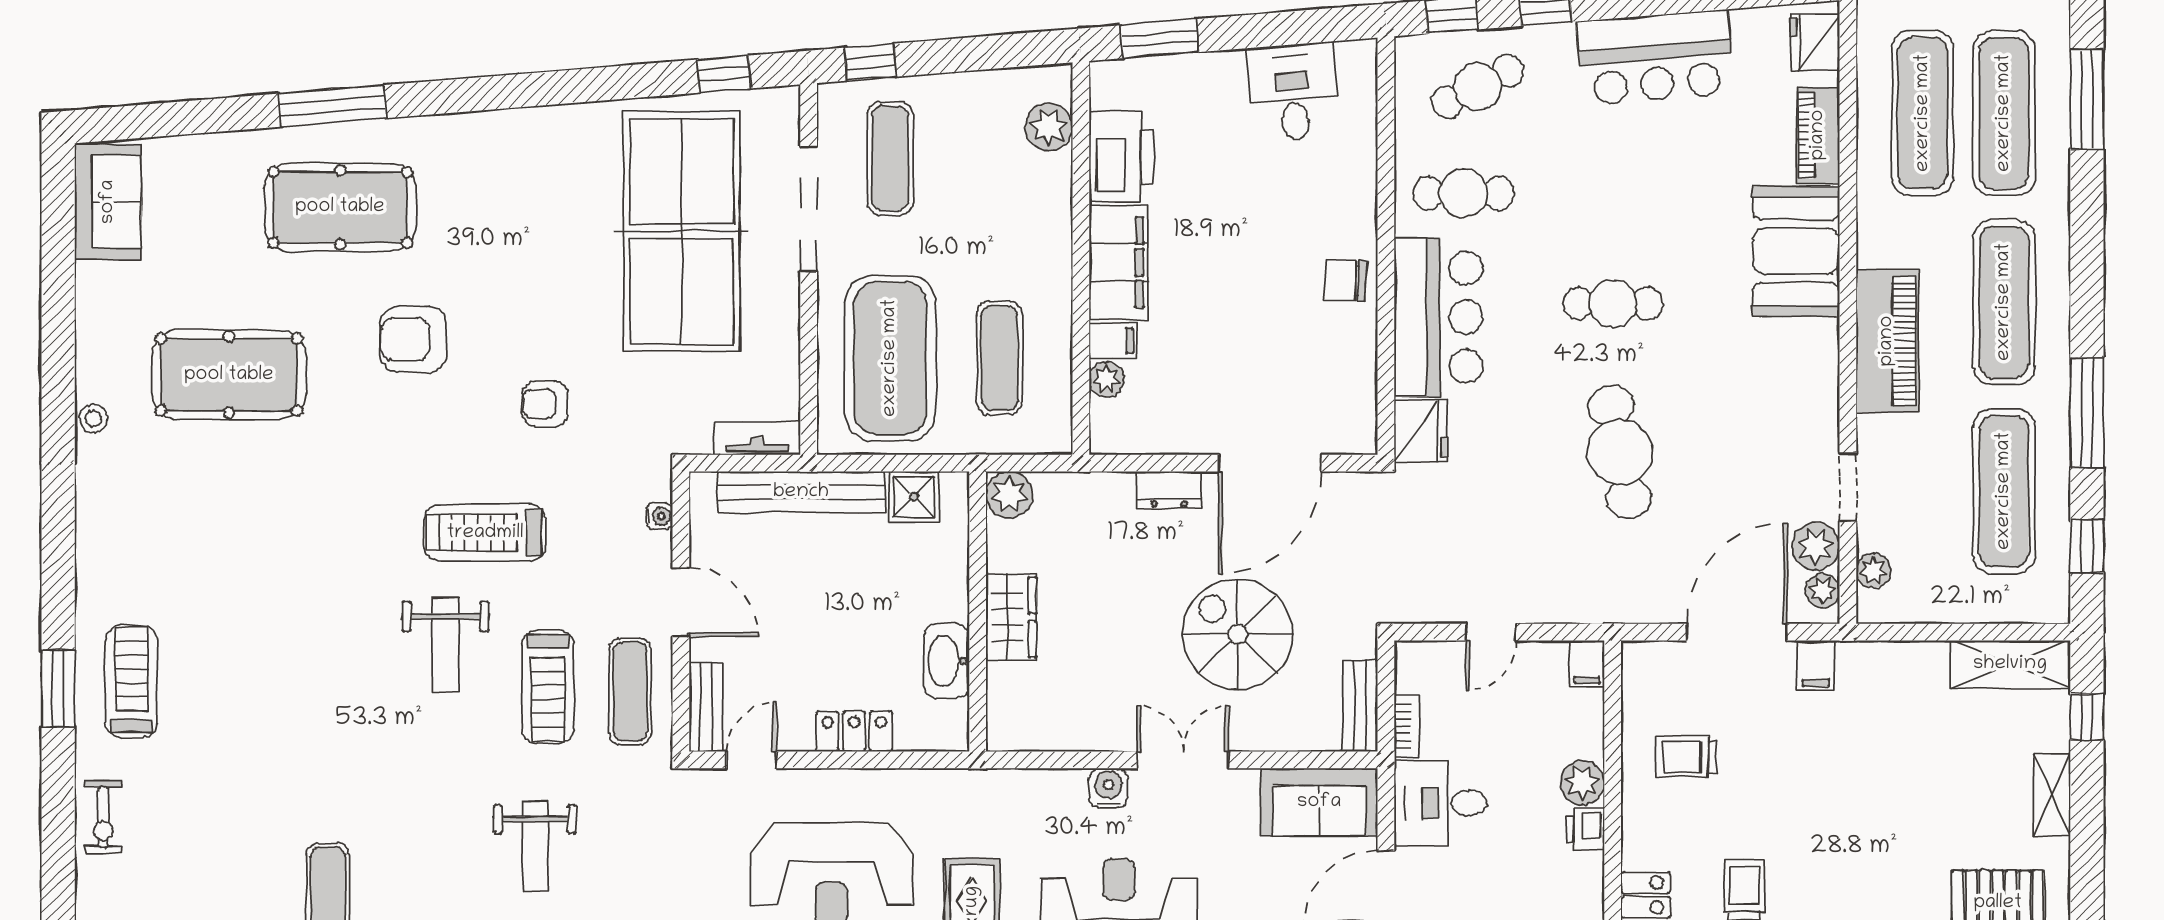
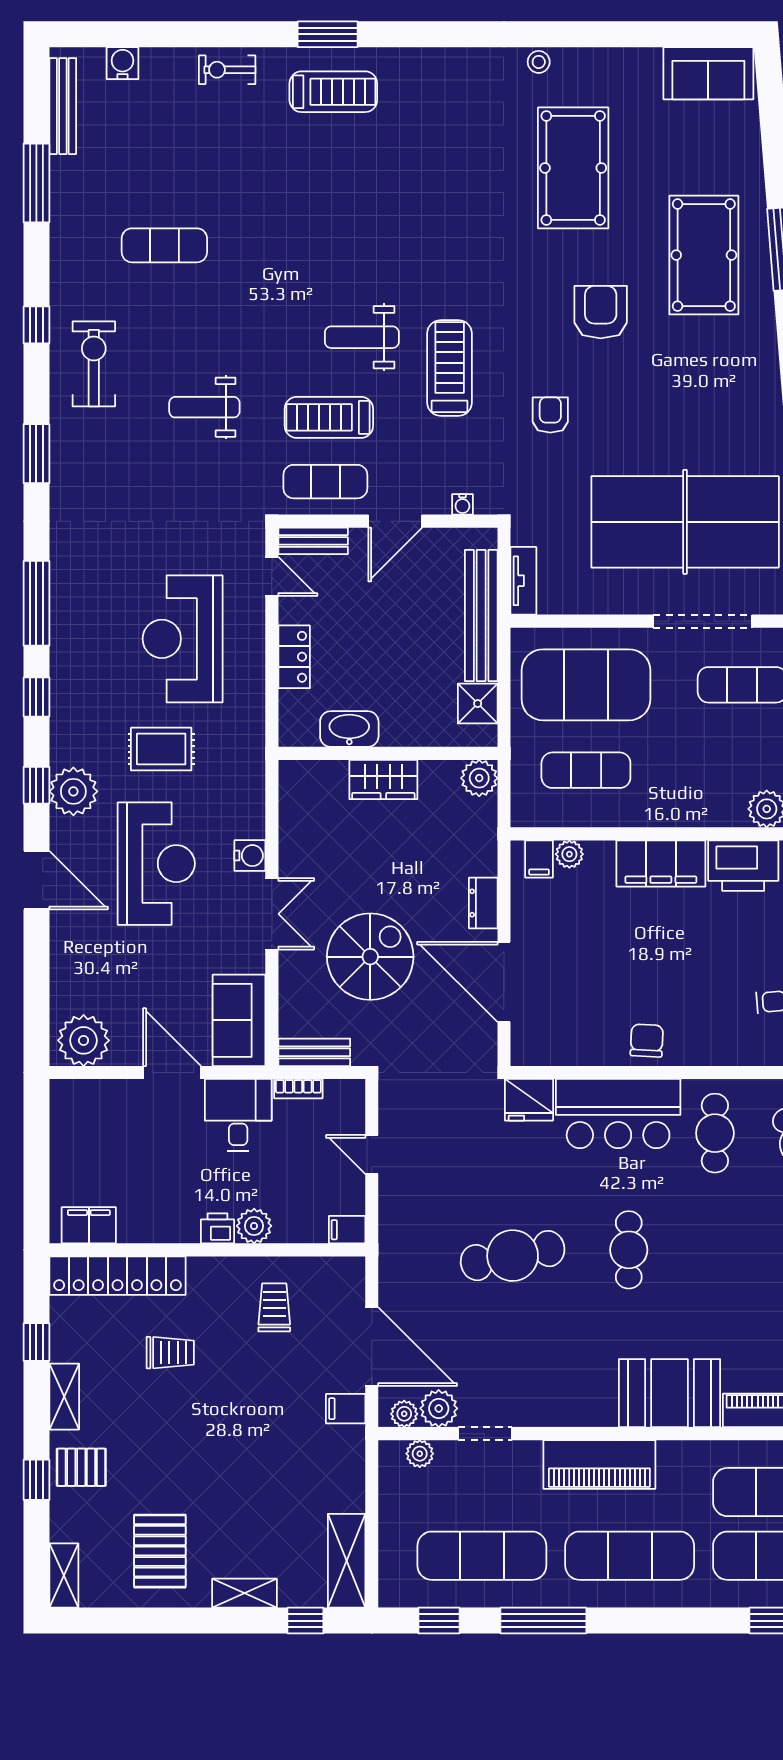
filing cabinet: (1113, 341) -> (539, 859), moved

